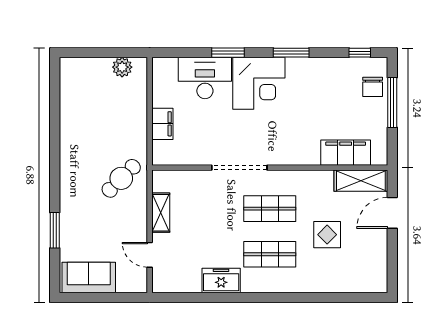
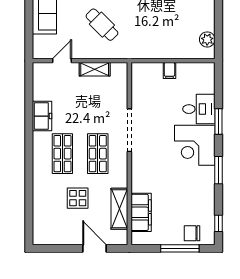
desk: (205, 78) -> (199, 109), width x0.73
filing cabinet: (162, 124) -> (169, 71), width x0.50
cafe table: (121, 178) -> (102, 25), moved
shelving: (361, 181) -> (119, 209), moved

